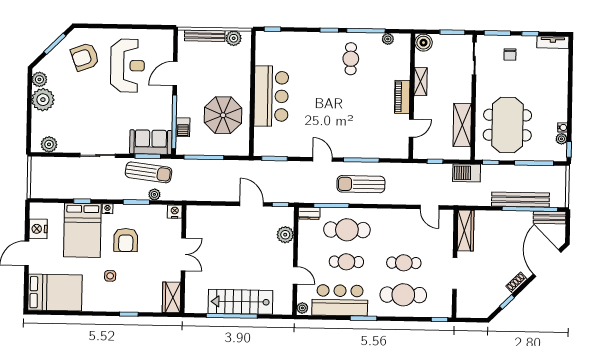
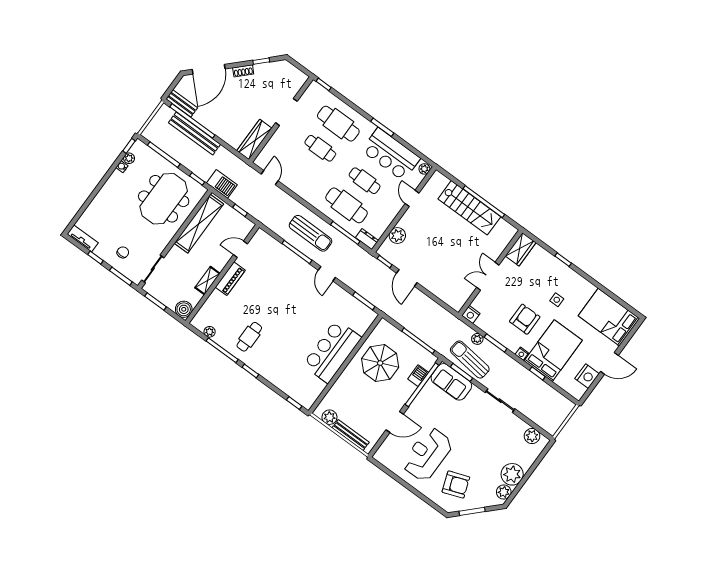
shelving: (462, 125) -> (199, 224), width x1.47

